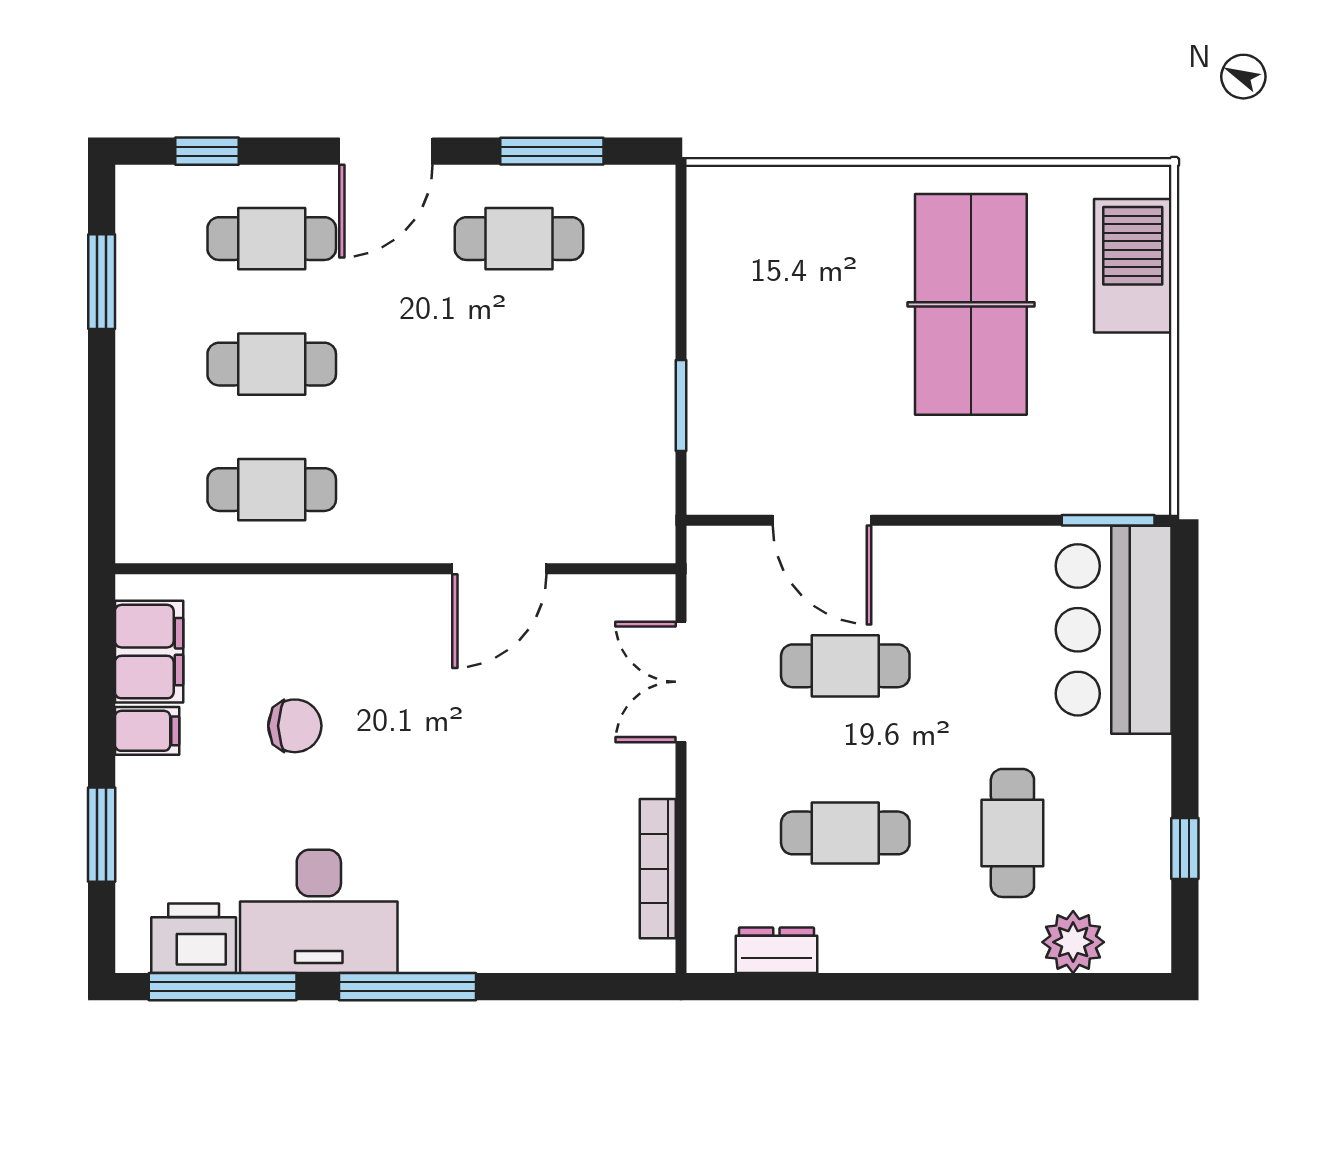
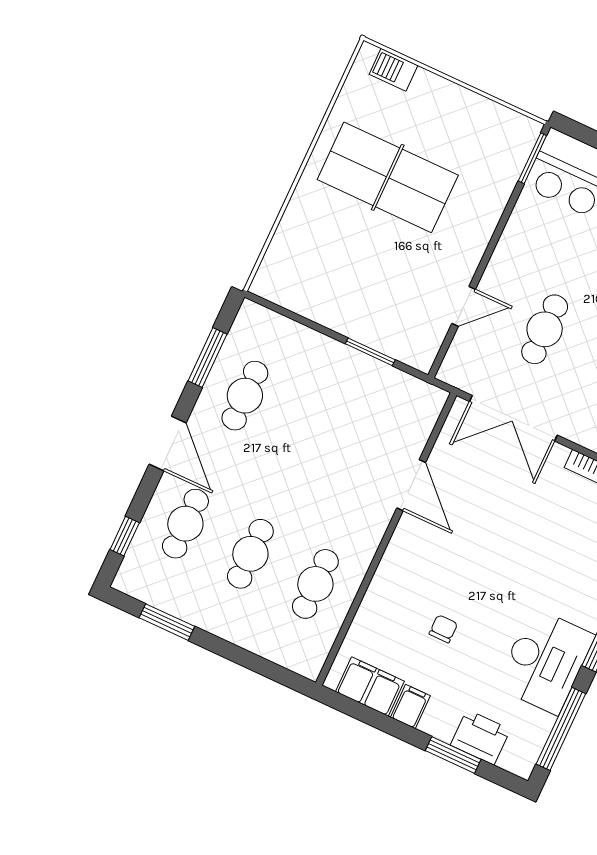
barbecue: (1133, 266) -> (394, 70), width x0.53, depth x0.65
door: (822, 520) -> (464, 306), width x0.73
double door: (681, 682) -> (513, 418), width x1.37
chair: (295, 726) -> (443, 629), width x0.73, depth x0.73
printer: (194, 938) -> (480, 737), moved, turned 90

